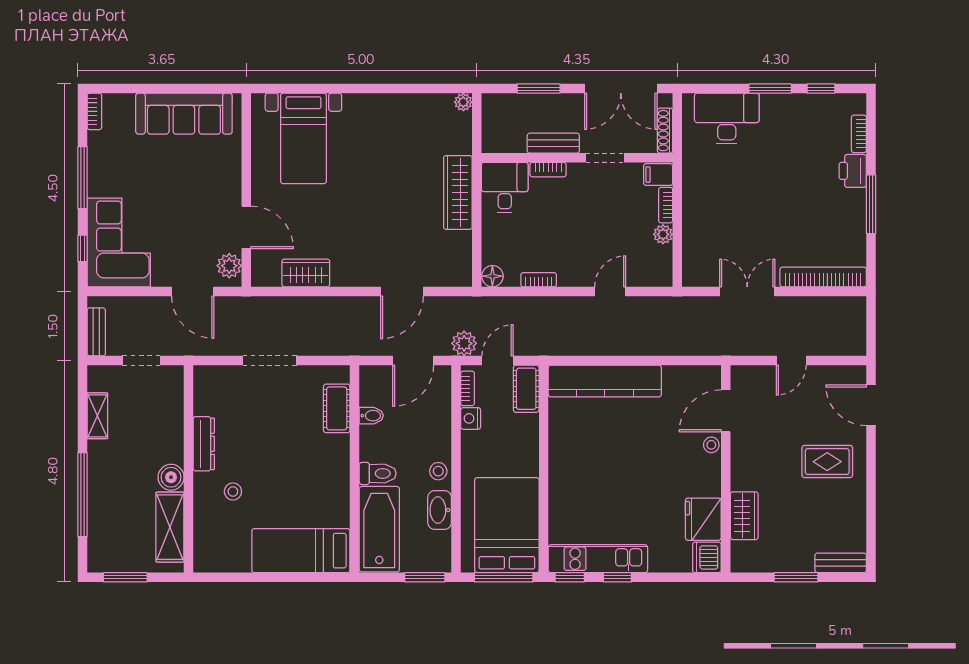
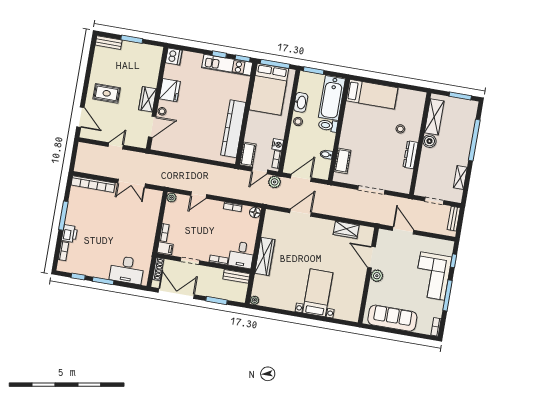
bed with nightstands: (303, 138) -> (318, 293), moved
bench: (553, 143) -> (236, 276), moved
plant: (663, 234) -> (171, 198), moved
corner sofa: (119, 242) -> (433, 276), moved
plant: (229, 266) -> (377, 276), moved
kitchen counter: (605, 381) -> (233, 129), moved, turned -90
wardrobe: (744, 516) -> (148, 99), moved
fridge: (703, 519) -> (170, 90), moved

